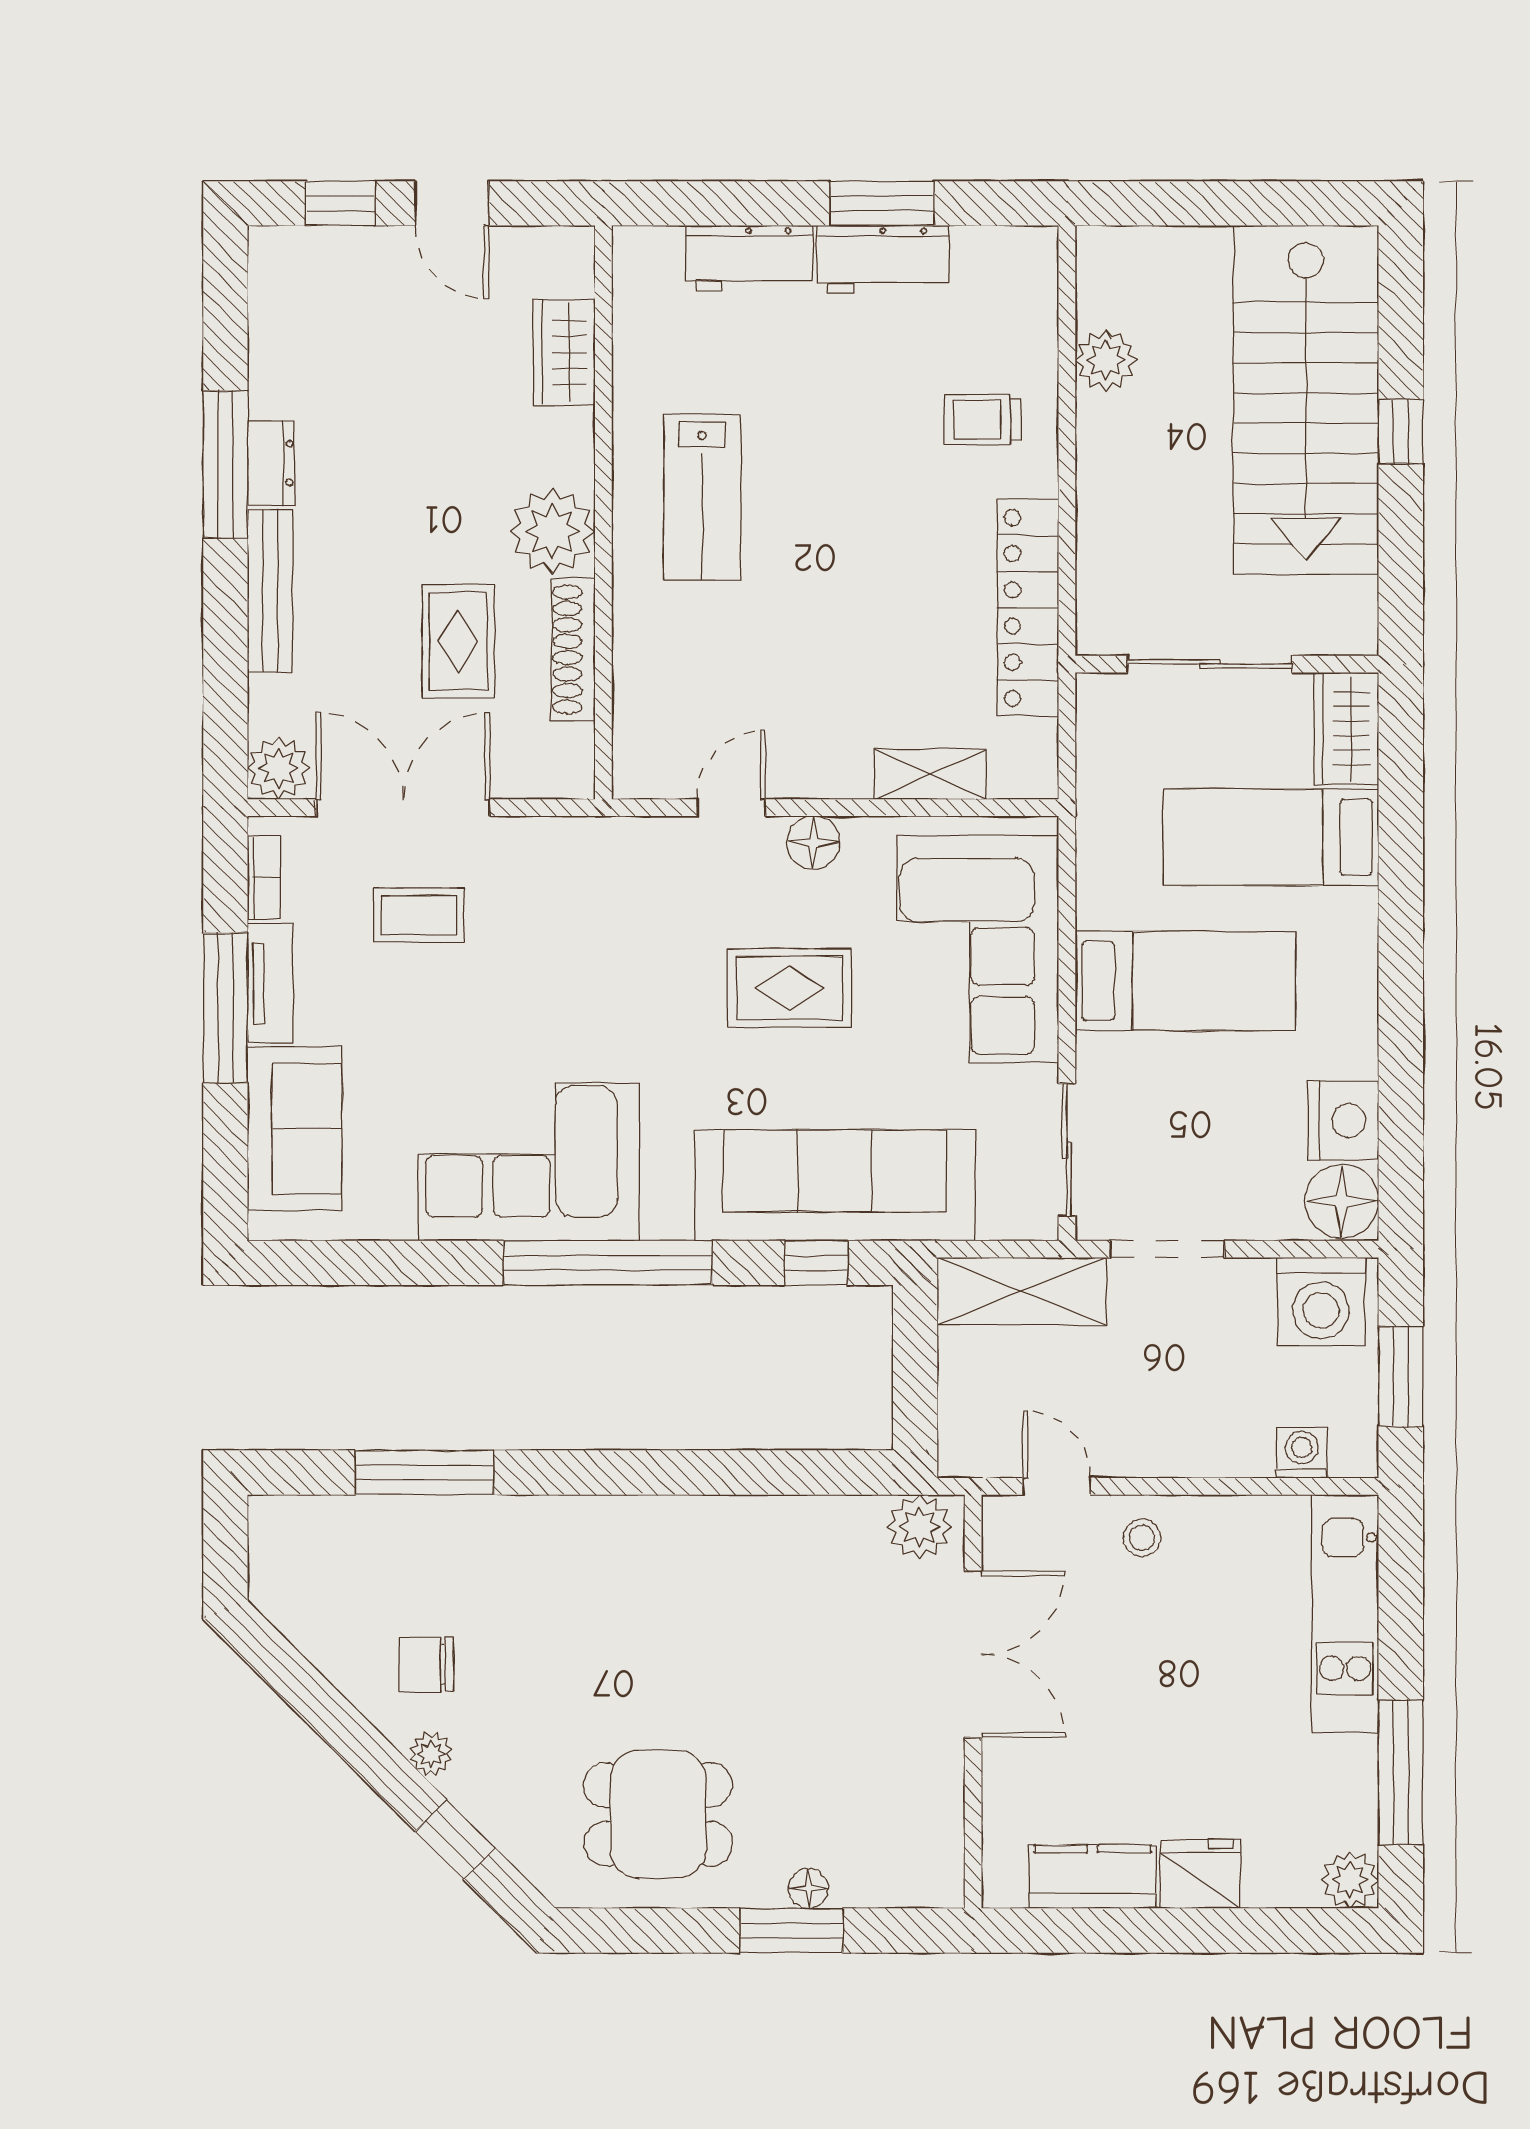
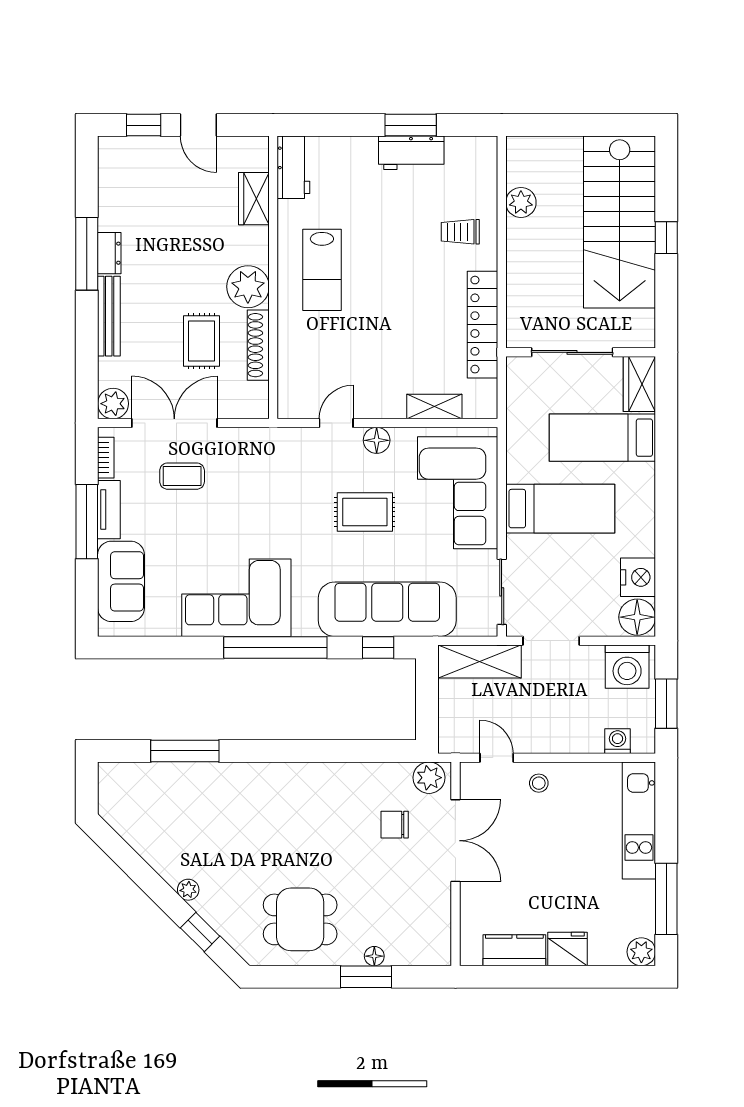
workbench: (749, 258) -> (293, 167), moved, turned -90
chair: (426, 1664) -> (395, 825), moved

